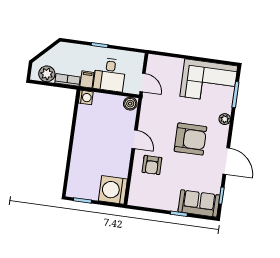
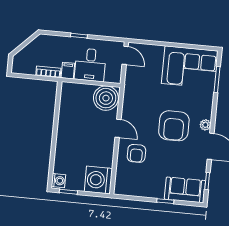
plant: (47, 74) -> (27, 67), removed
door: (143, 82) -> (125, 55), moved
washing machine: (86, 97) -> (59, 181), moved
boiler: (130, 104) -> (106, 98), width x1.86, depth x1.86
plant: (225, 119) -> (205, 125), moved
armchair: (190, 139) -> (174, 126), turned 90

